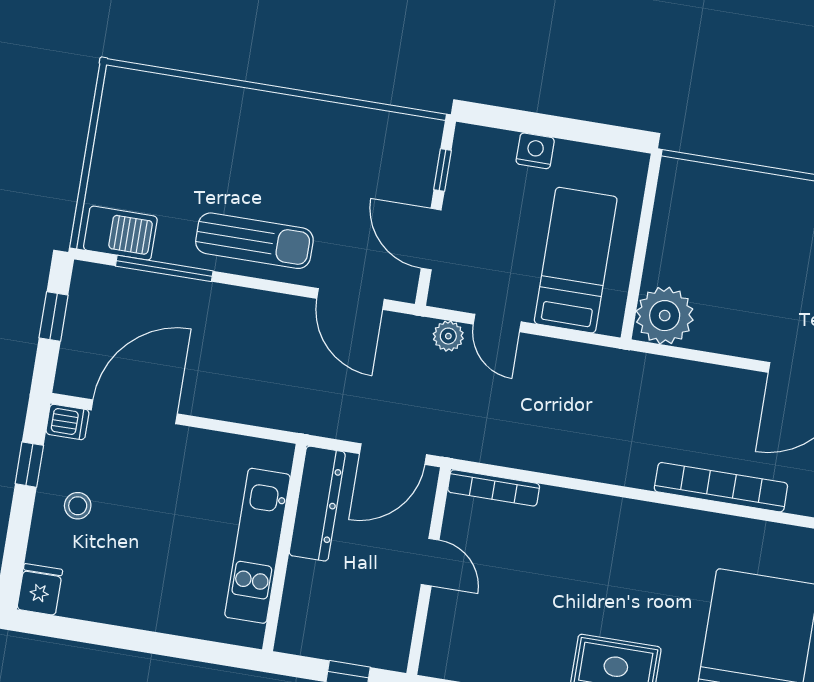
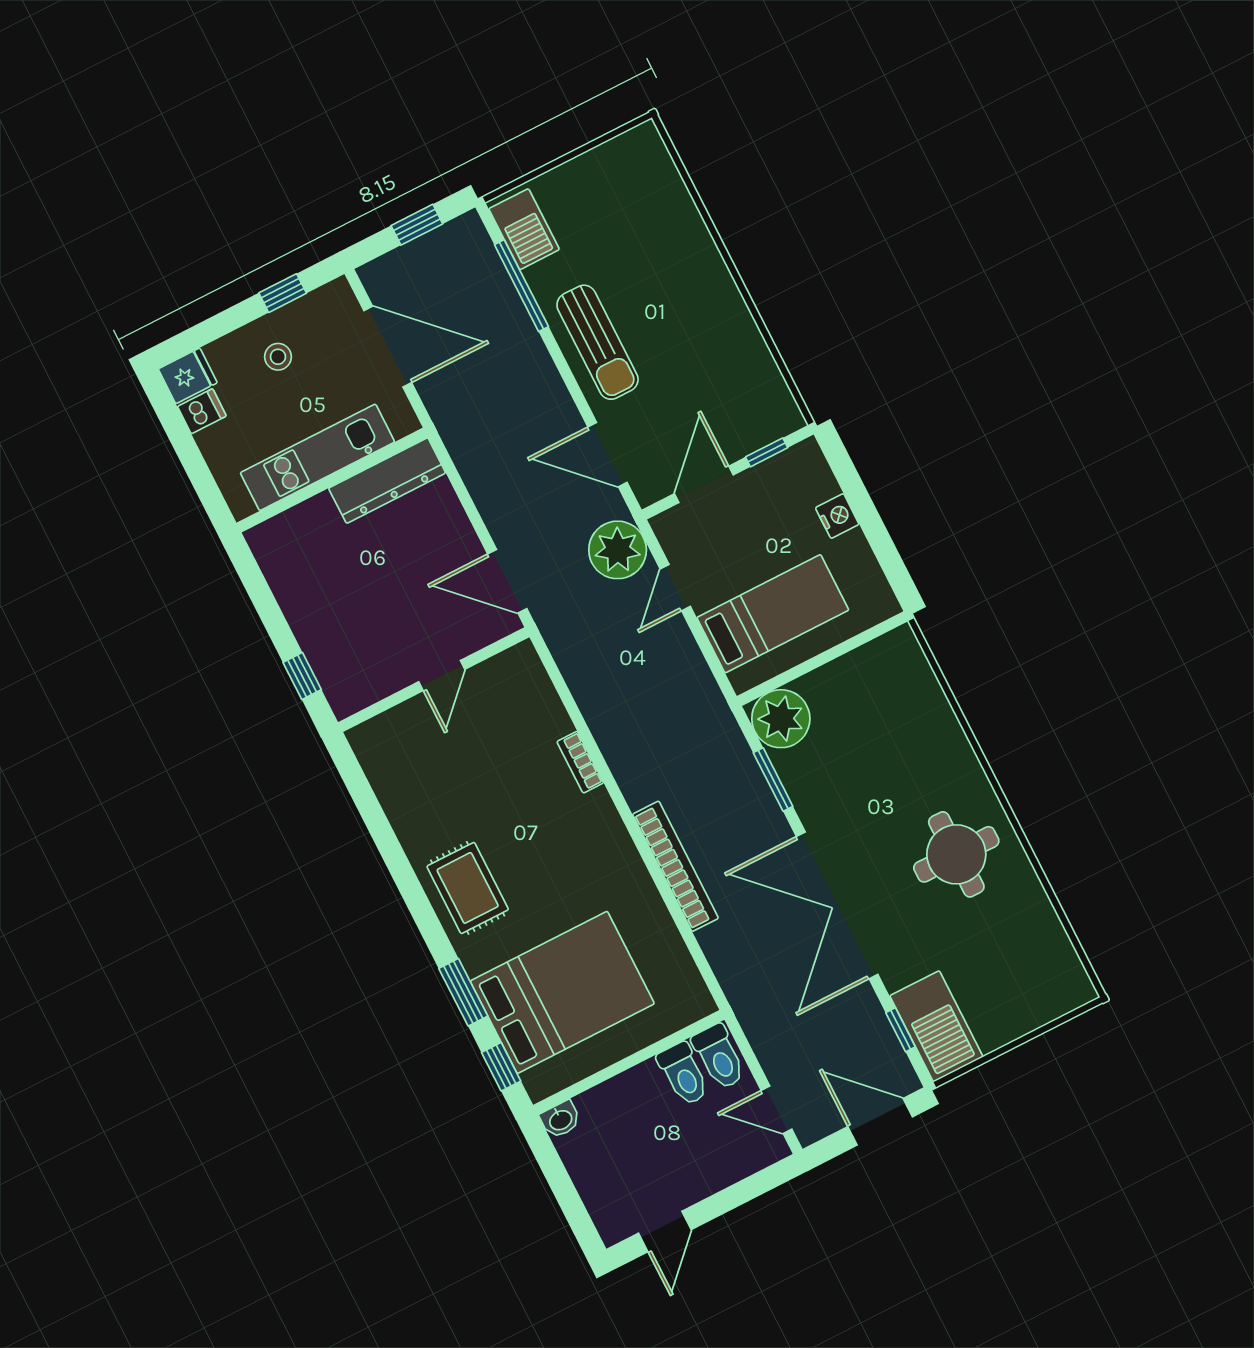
door: (351, 299) -> (608, 455), hinge flipped
plant: (448, 336) -> (618, 550), width x1.87, depth x1.87
window: (709, 358) -> (773, 780), added
dishwasher: (67, 422) -> (202, 411), moved, turned -90
bookcase: (494, 488) -> (580, 762), moved, width x0.64
dresser: (317, 504) -> (387, 481), moved
kitchen unit: (257, 546) -> (317, 457), moved
wall: (284, 547) -> (332, 480), moved

